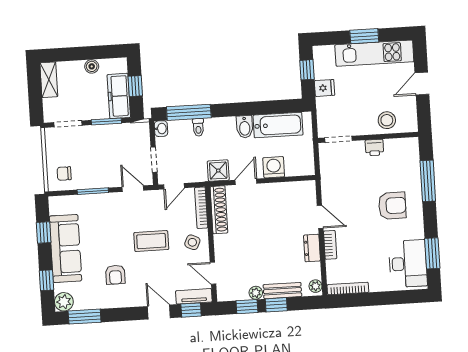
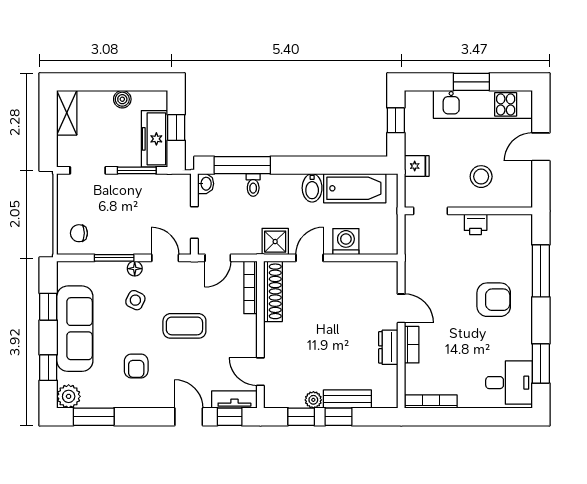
fridge: (324, 88) -> (417, 166), moved
stool: (387, 120) -> (481, 177), moved
floor lamp: (110, 198) -> (135, 269), added
side table: (192, 242) -> (135, 300), moved
desk: (408, 264) -> (509, 383), width x0.73
plant: (315, 286) -> (390, 396), removed

